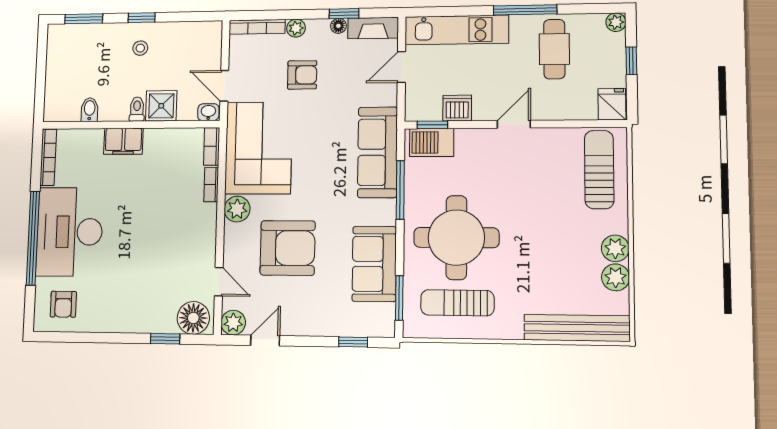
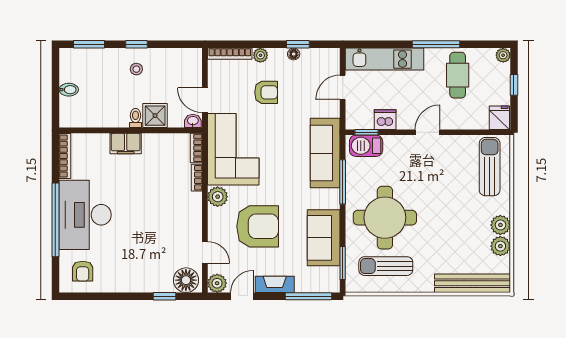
fireplace: (373, 28) -> (275, 284), moved, turned 180
bidet: (90, 110) -> (69, 90), moved, turned 90
window: (353, 342) -> (309, 296), width x2.17

